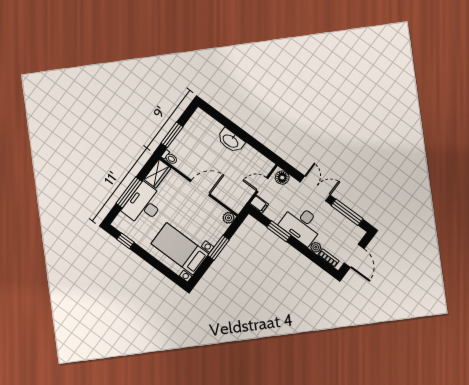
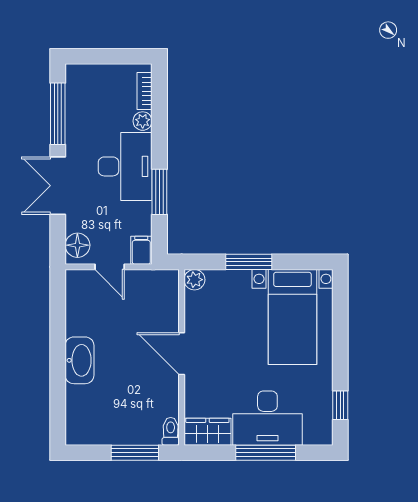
door: (354, 256) -> (113, 56), removed

